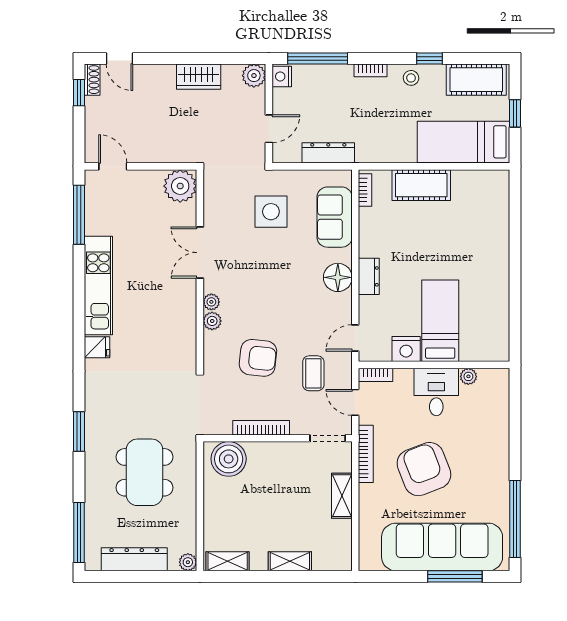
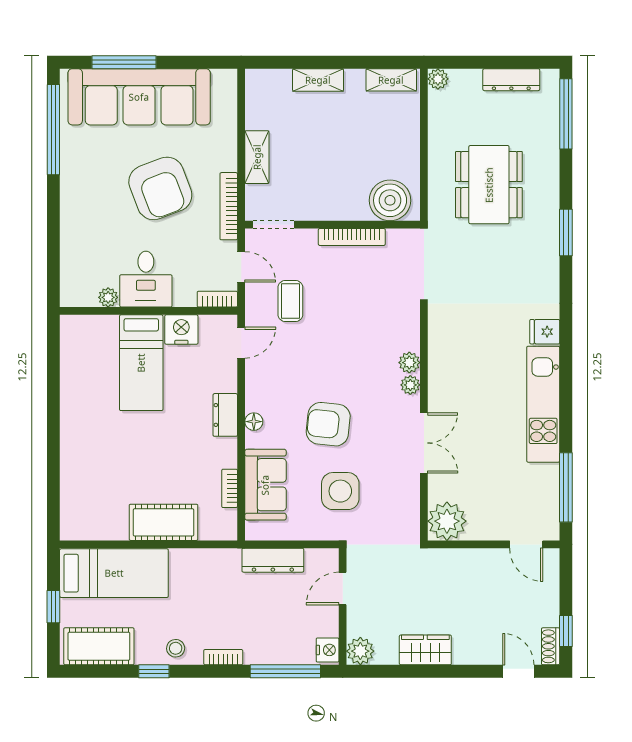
bookcase: (365, 190) -> (230, 488), moved
floor lamp: (338, 277) -> (254, 422), width x0.53, depth x0.53
armchair: (258, 358) -> (328, 424), moved
dresser: (134, 559) -> (511, 80), width x0.73, depth x0.80

